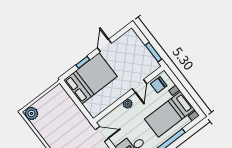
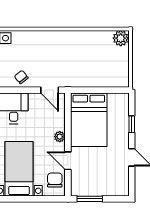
bed: (90, 78) -> (89, 120), moved
door: (102, 134) -> (50, 90), hinge flipped

